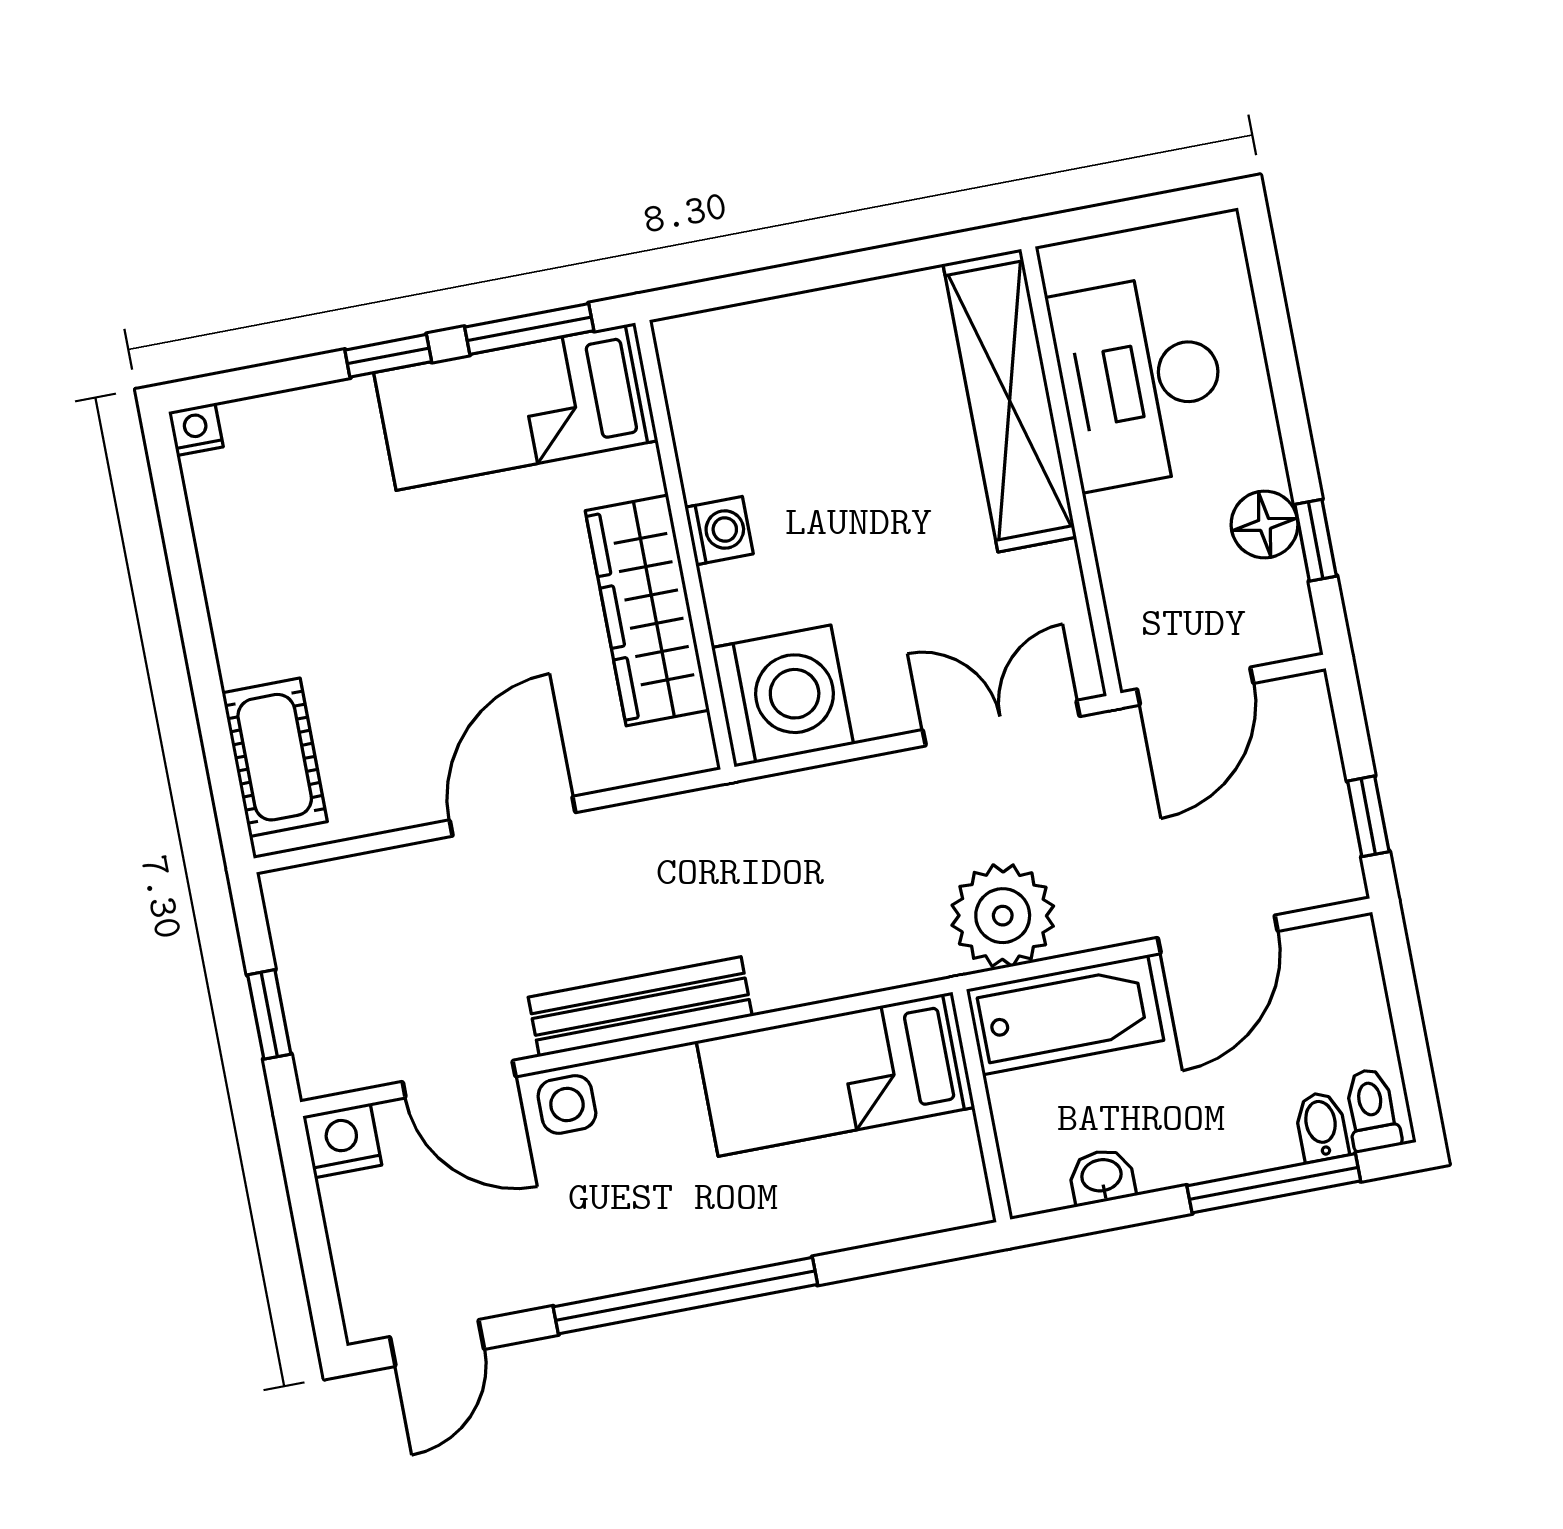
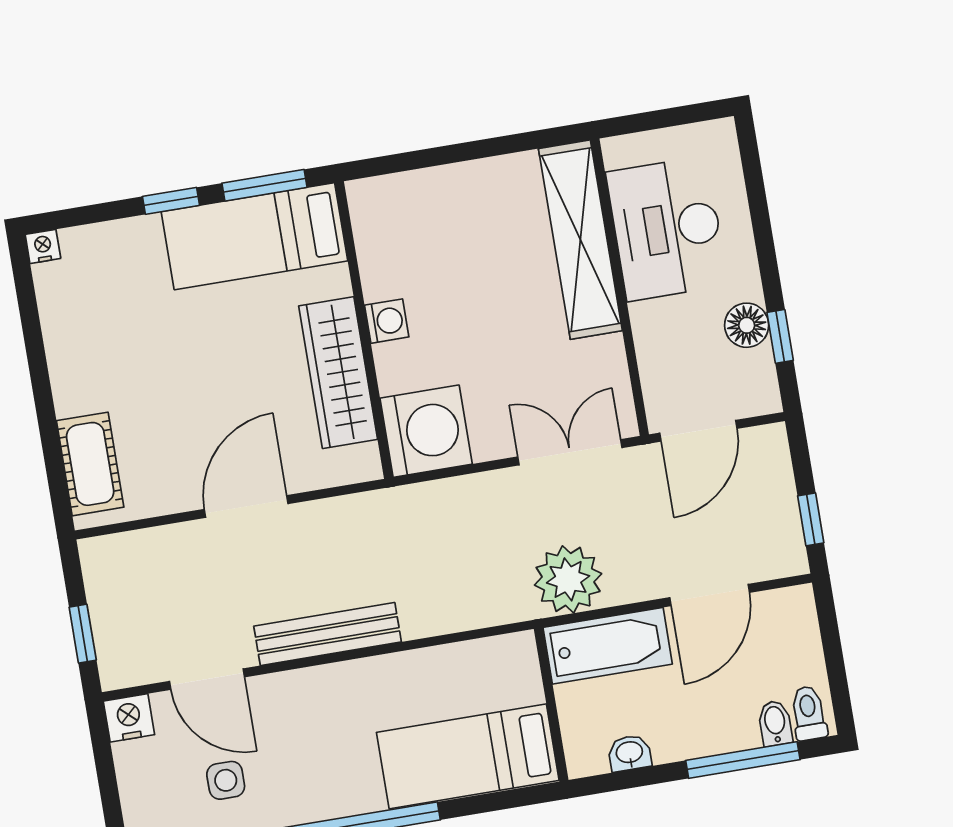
bed: (835, 1074) -> (468, 756), moved
side table: (567, 1104) -> (226, 780), moved

